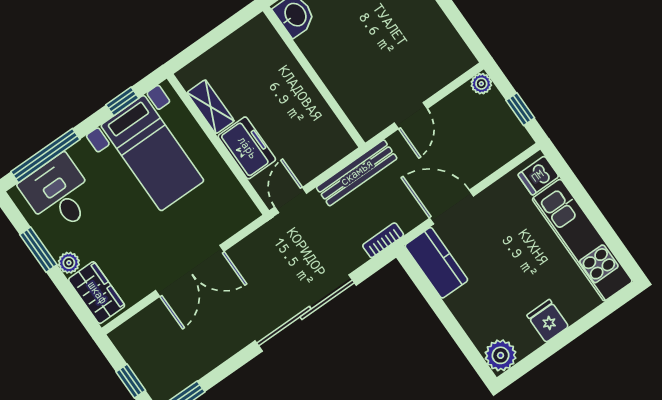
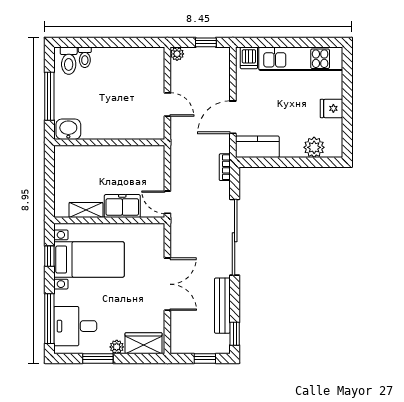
bench: (357, 173) -> (222, 306), moved
plant: (501, 355) -> (314, 147), moved

